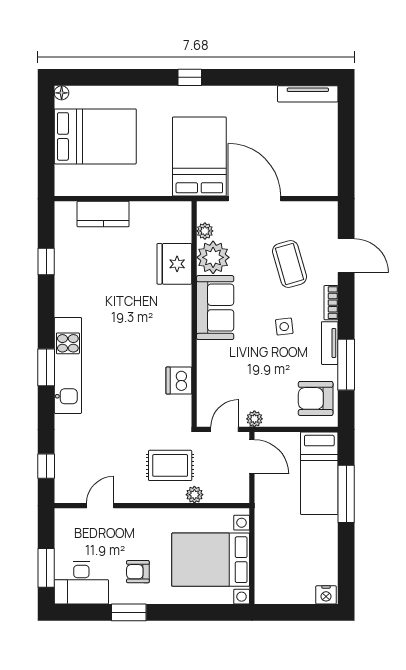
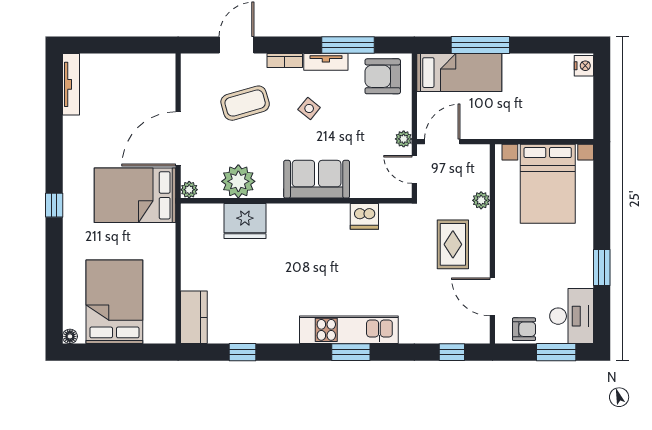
kitchen counter: (103, 214) -> (194, 317), moved
plant: (205, 231) -> (189, 190), moved
sofa: (215, 308) -> (317, 179), moved
side table: (284, 327) -> (309, 108), turned 45
armchair: (316, 398) -> (383, 76), turned 90
rug: (170, 465) -> (453, 244), moved
door: (100, 506) -> (492, 297), width x1.38
armchair: (138, 572) -> (524, 329), moved, turned -90

